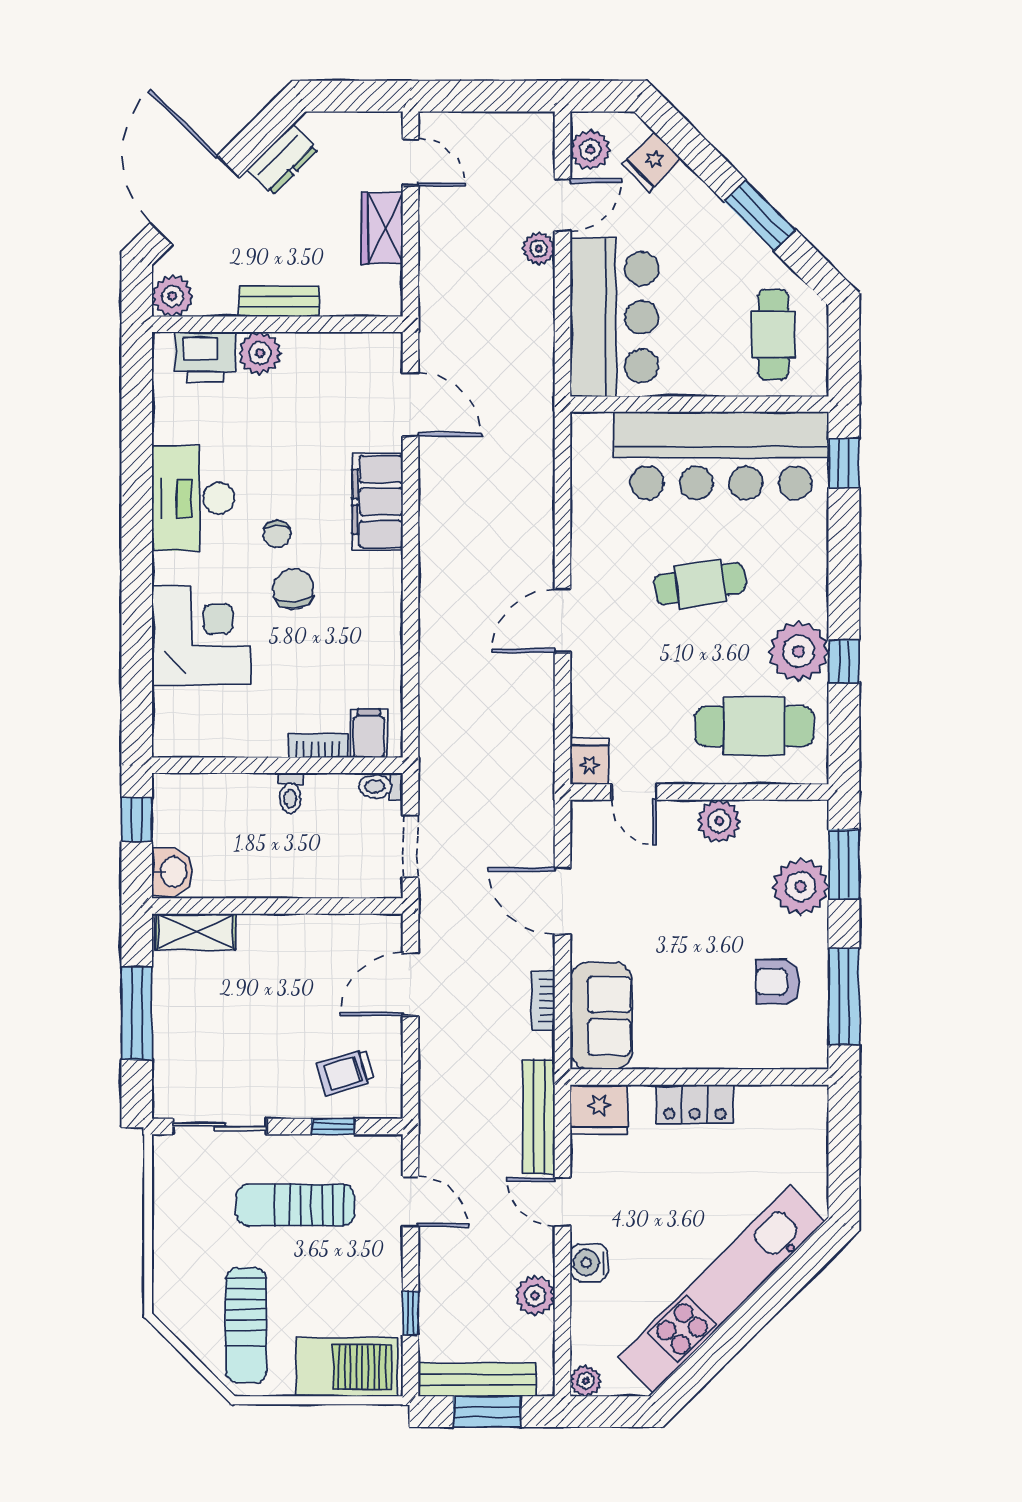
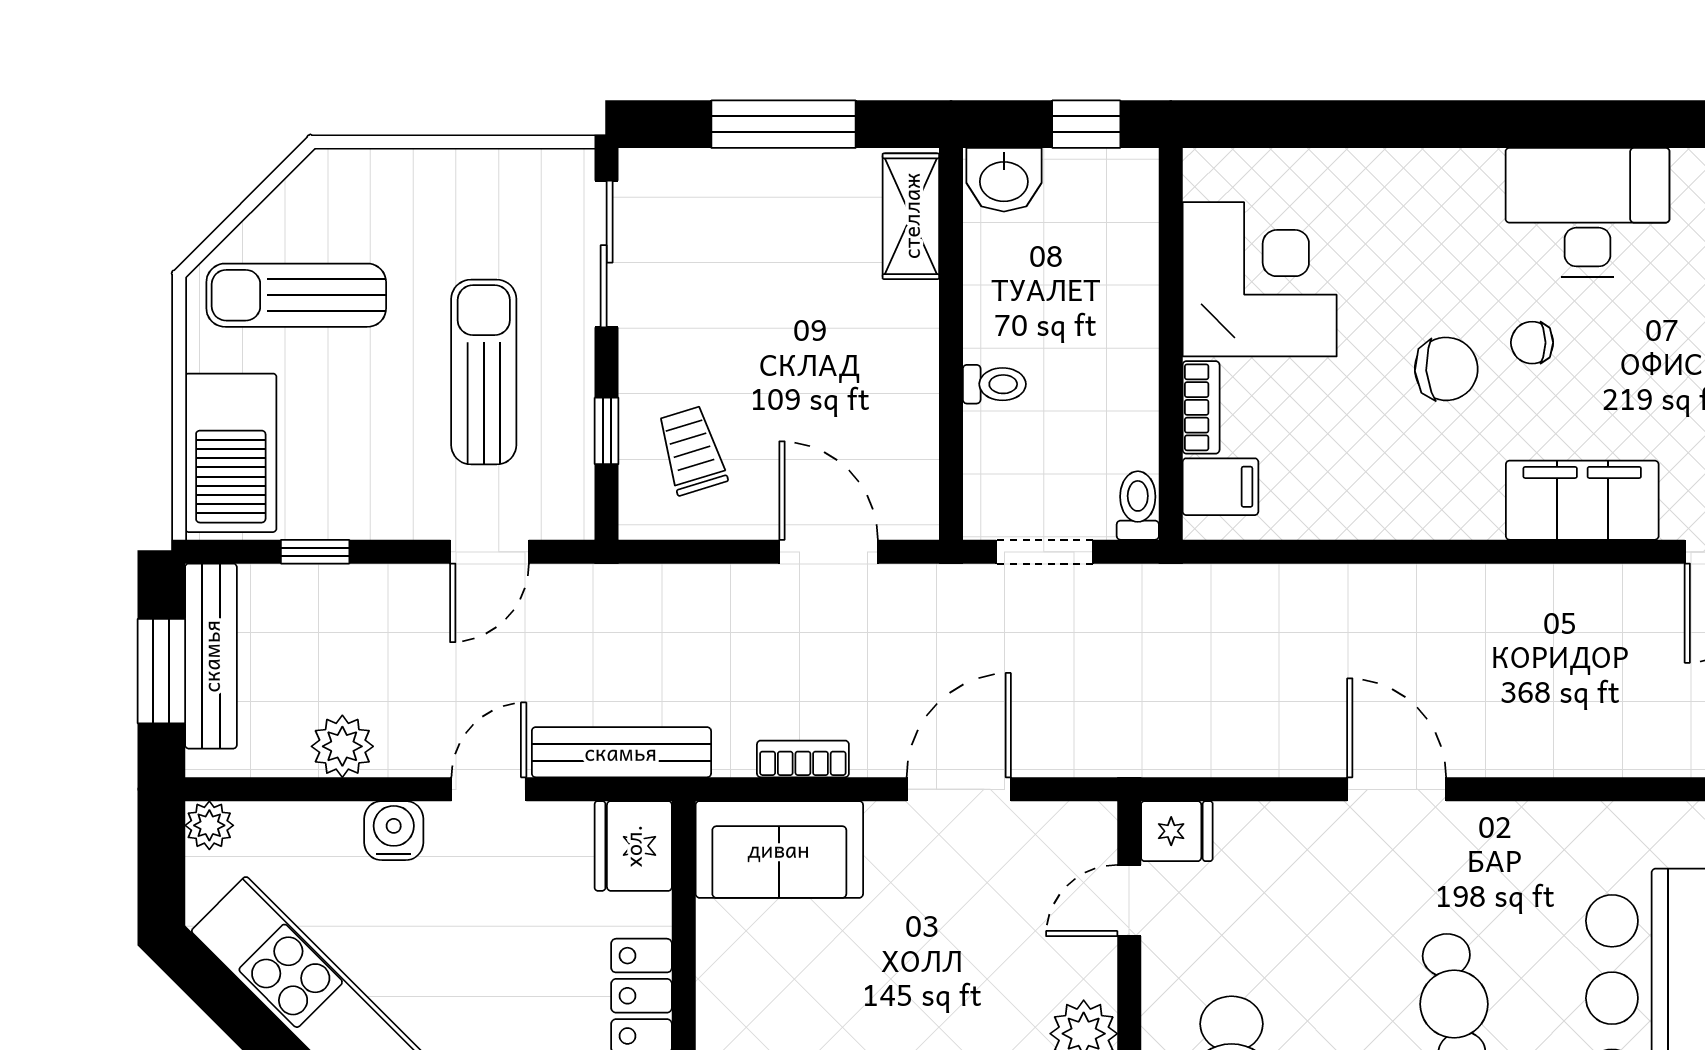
corner desk: (201, 636) -> (1260, 279), moved, turned -90
toilet: (290, 793) -> (994, 384), moved, turned 180

